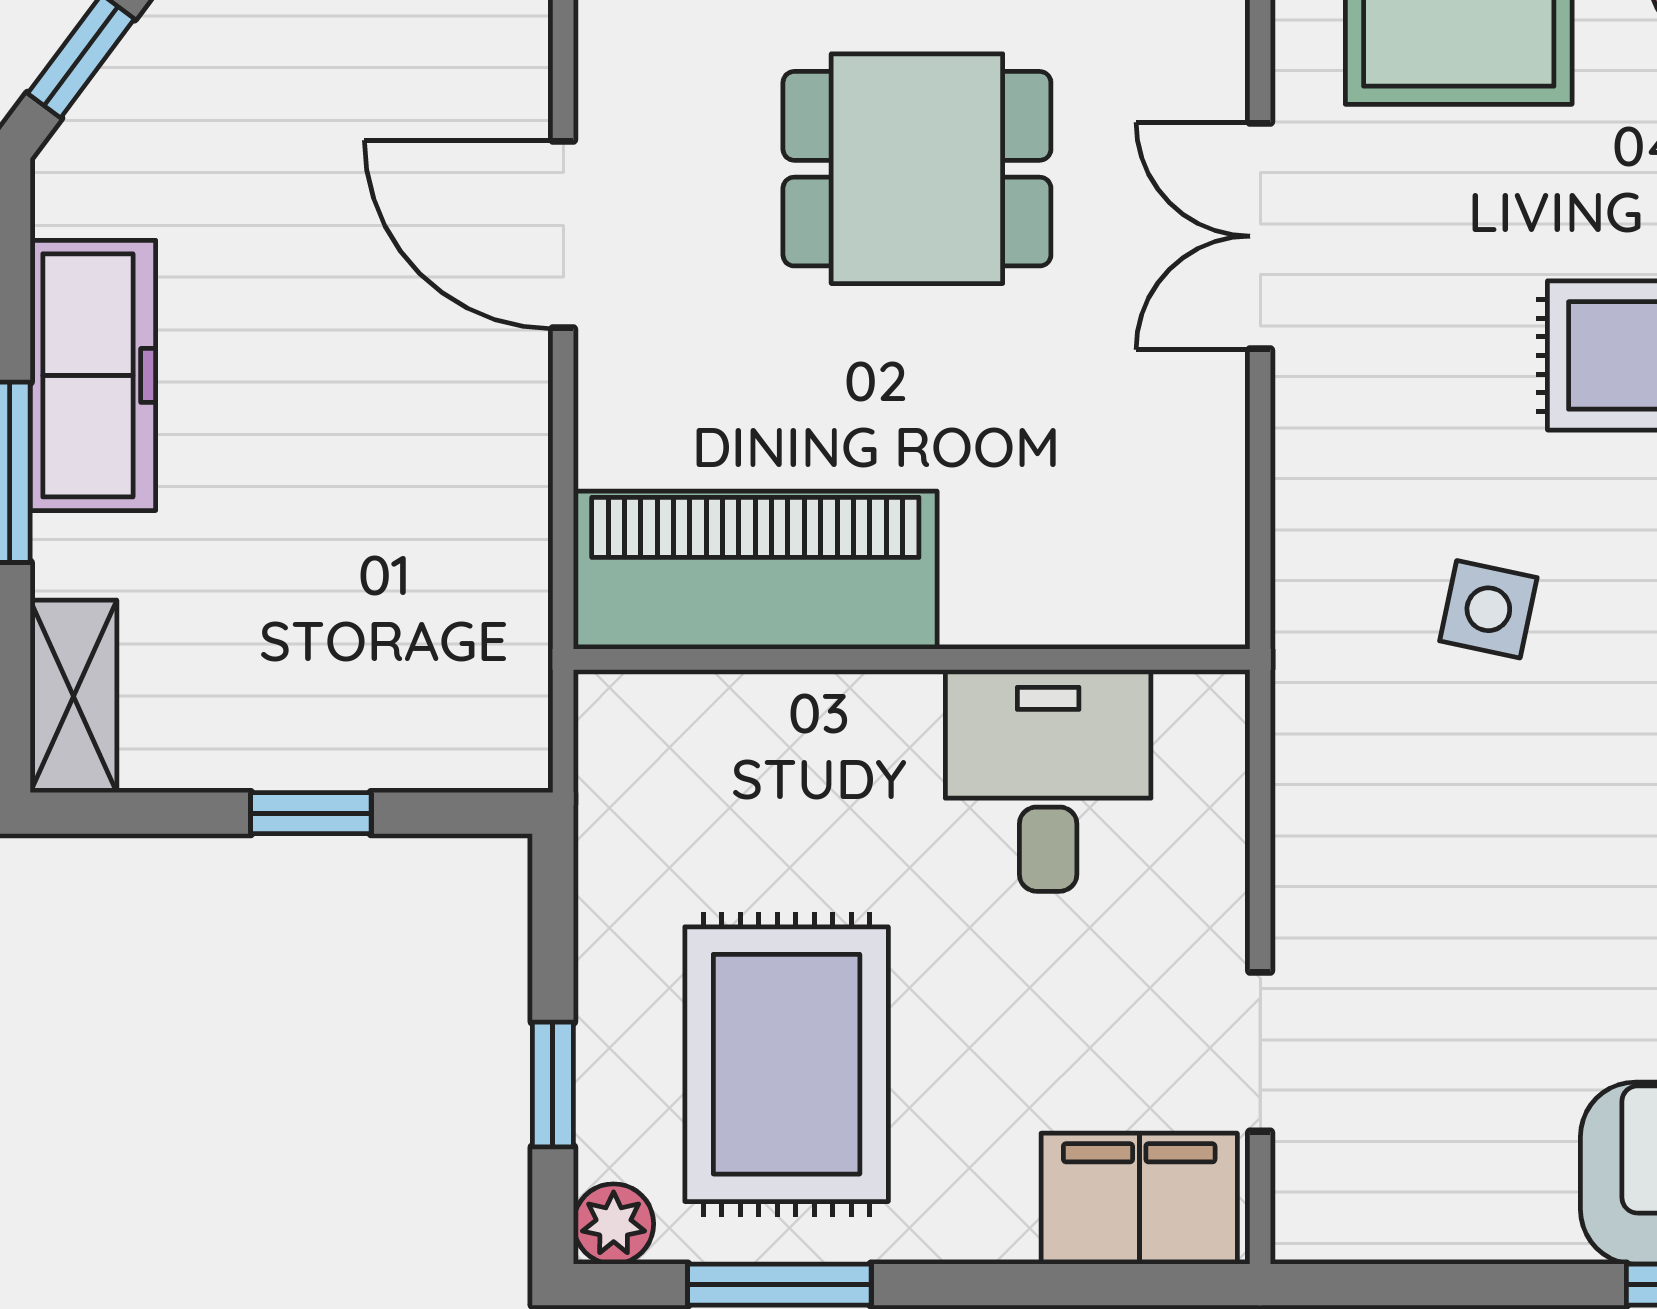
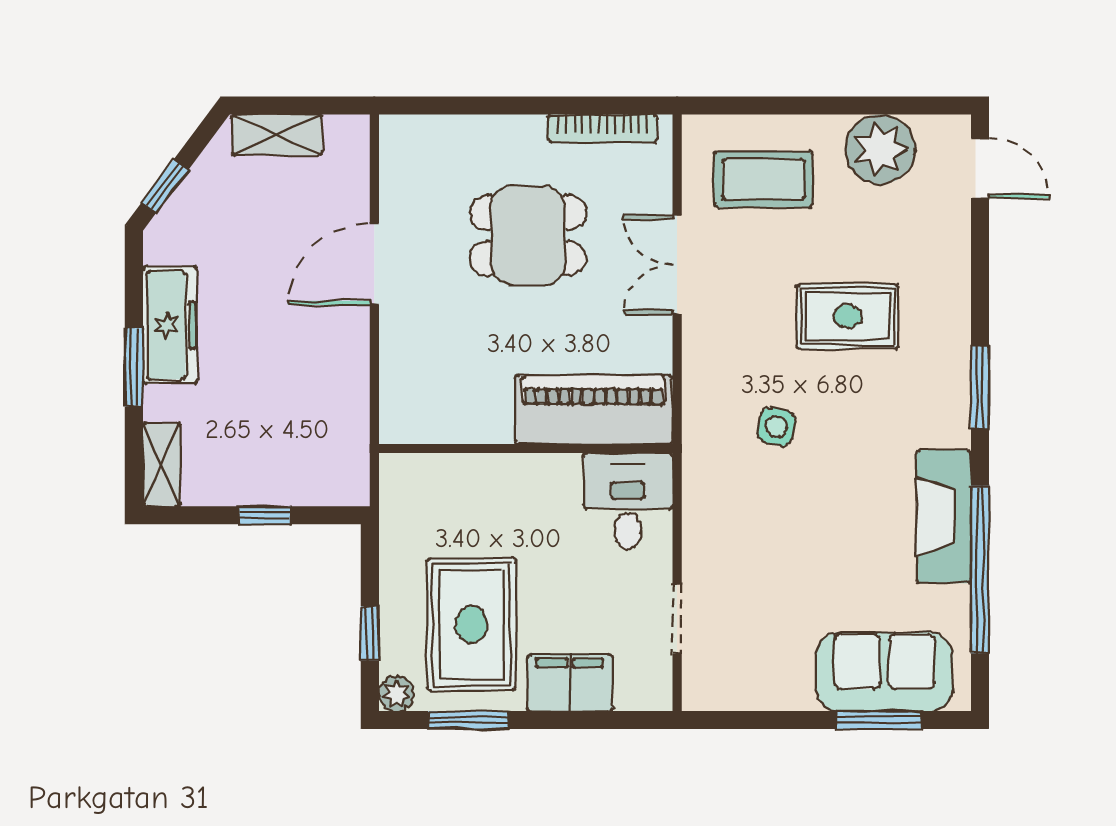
door: (563, 234) -> (374, 264), hinge flipped
piano: (755, 570) -> (594, 410), moved
desk: (1048, 780) -> (628, 501), moved
filing cabinet: (1139, 1199) -> (570, 683), moved

